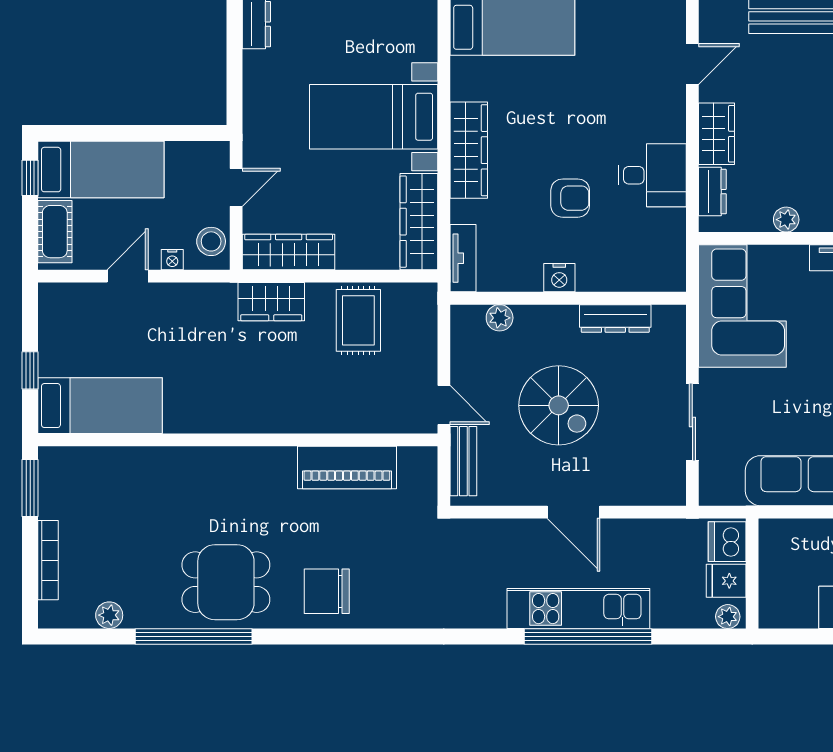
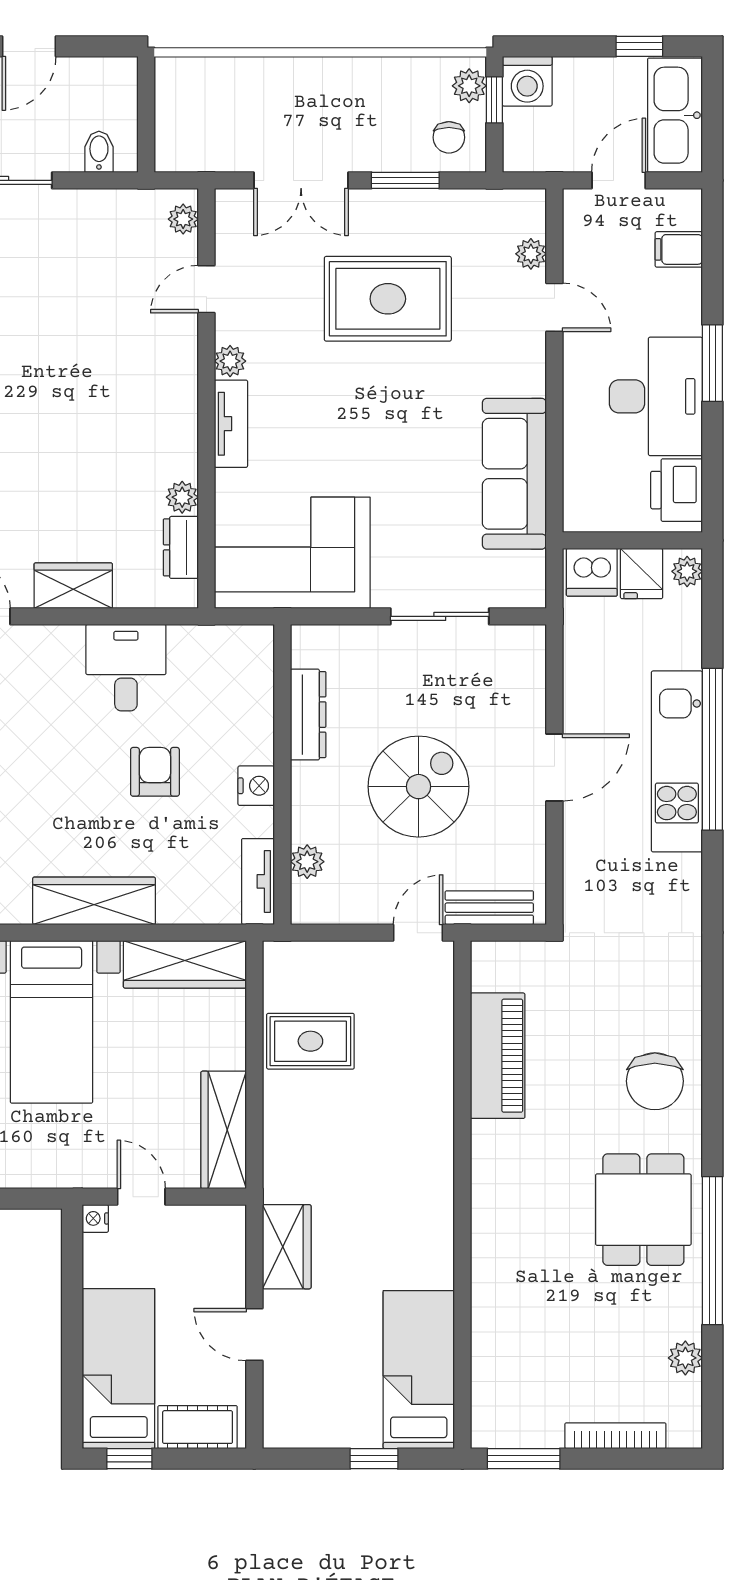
dresser: (712, 192) -> (181, 547), moved, turned -90
stool: (211, 241) -> (210, 1228), removed
tv unit: (463, 258) -> (258, 881), moved, turned -90
nightstand: (172, 260) -> (95, 1218), moved, turned 180
wardrobe: (271, 302) -> (287, 1247), moved
printer: (792, 608) -> (677, 490), added

